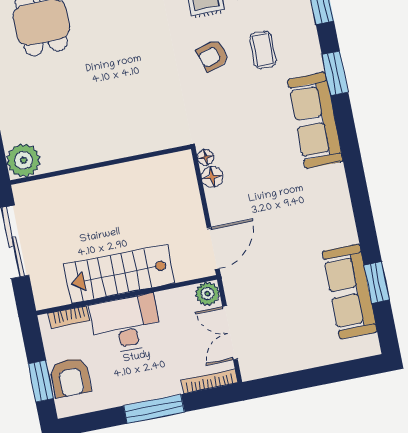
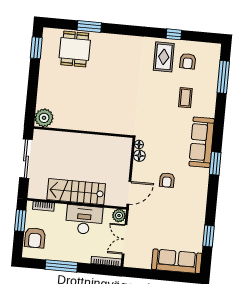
armchair: (213, 56) -> (167, 180), moved, turned -73
window: (335, 73) -> (215, 163), moved
sofa: (350, 292) -> (177, 261), moved, turned 90
desk: (126, 324) -> (84, 220), moved
window: (41, 381) -> (20, 221), moved
window: (154, 409) -> (61, 266), moved

